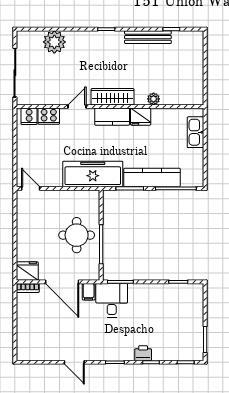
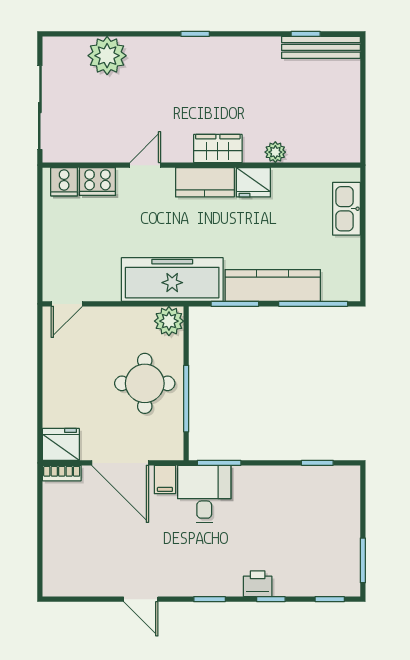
bench: (148, 37) -> (321, 47), moved
wardrobe: (113, 97) -> (218, 148), width x0.67
door: (31, 188) -> (67, 304), swing flipped
plant: (91, 198) -> (169, 321), added

